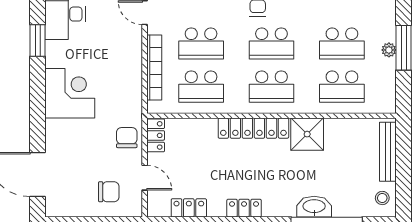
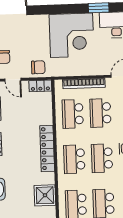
corner desk: (70, 93) -> (71, 35), width x1.36, depth x1.36
shower: (307, 134) -> (45, 195), moved
door: (145, 178) -> (13, 80), hinge flipped

